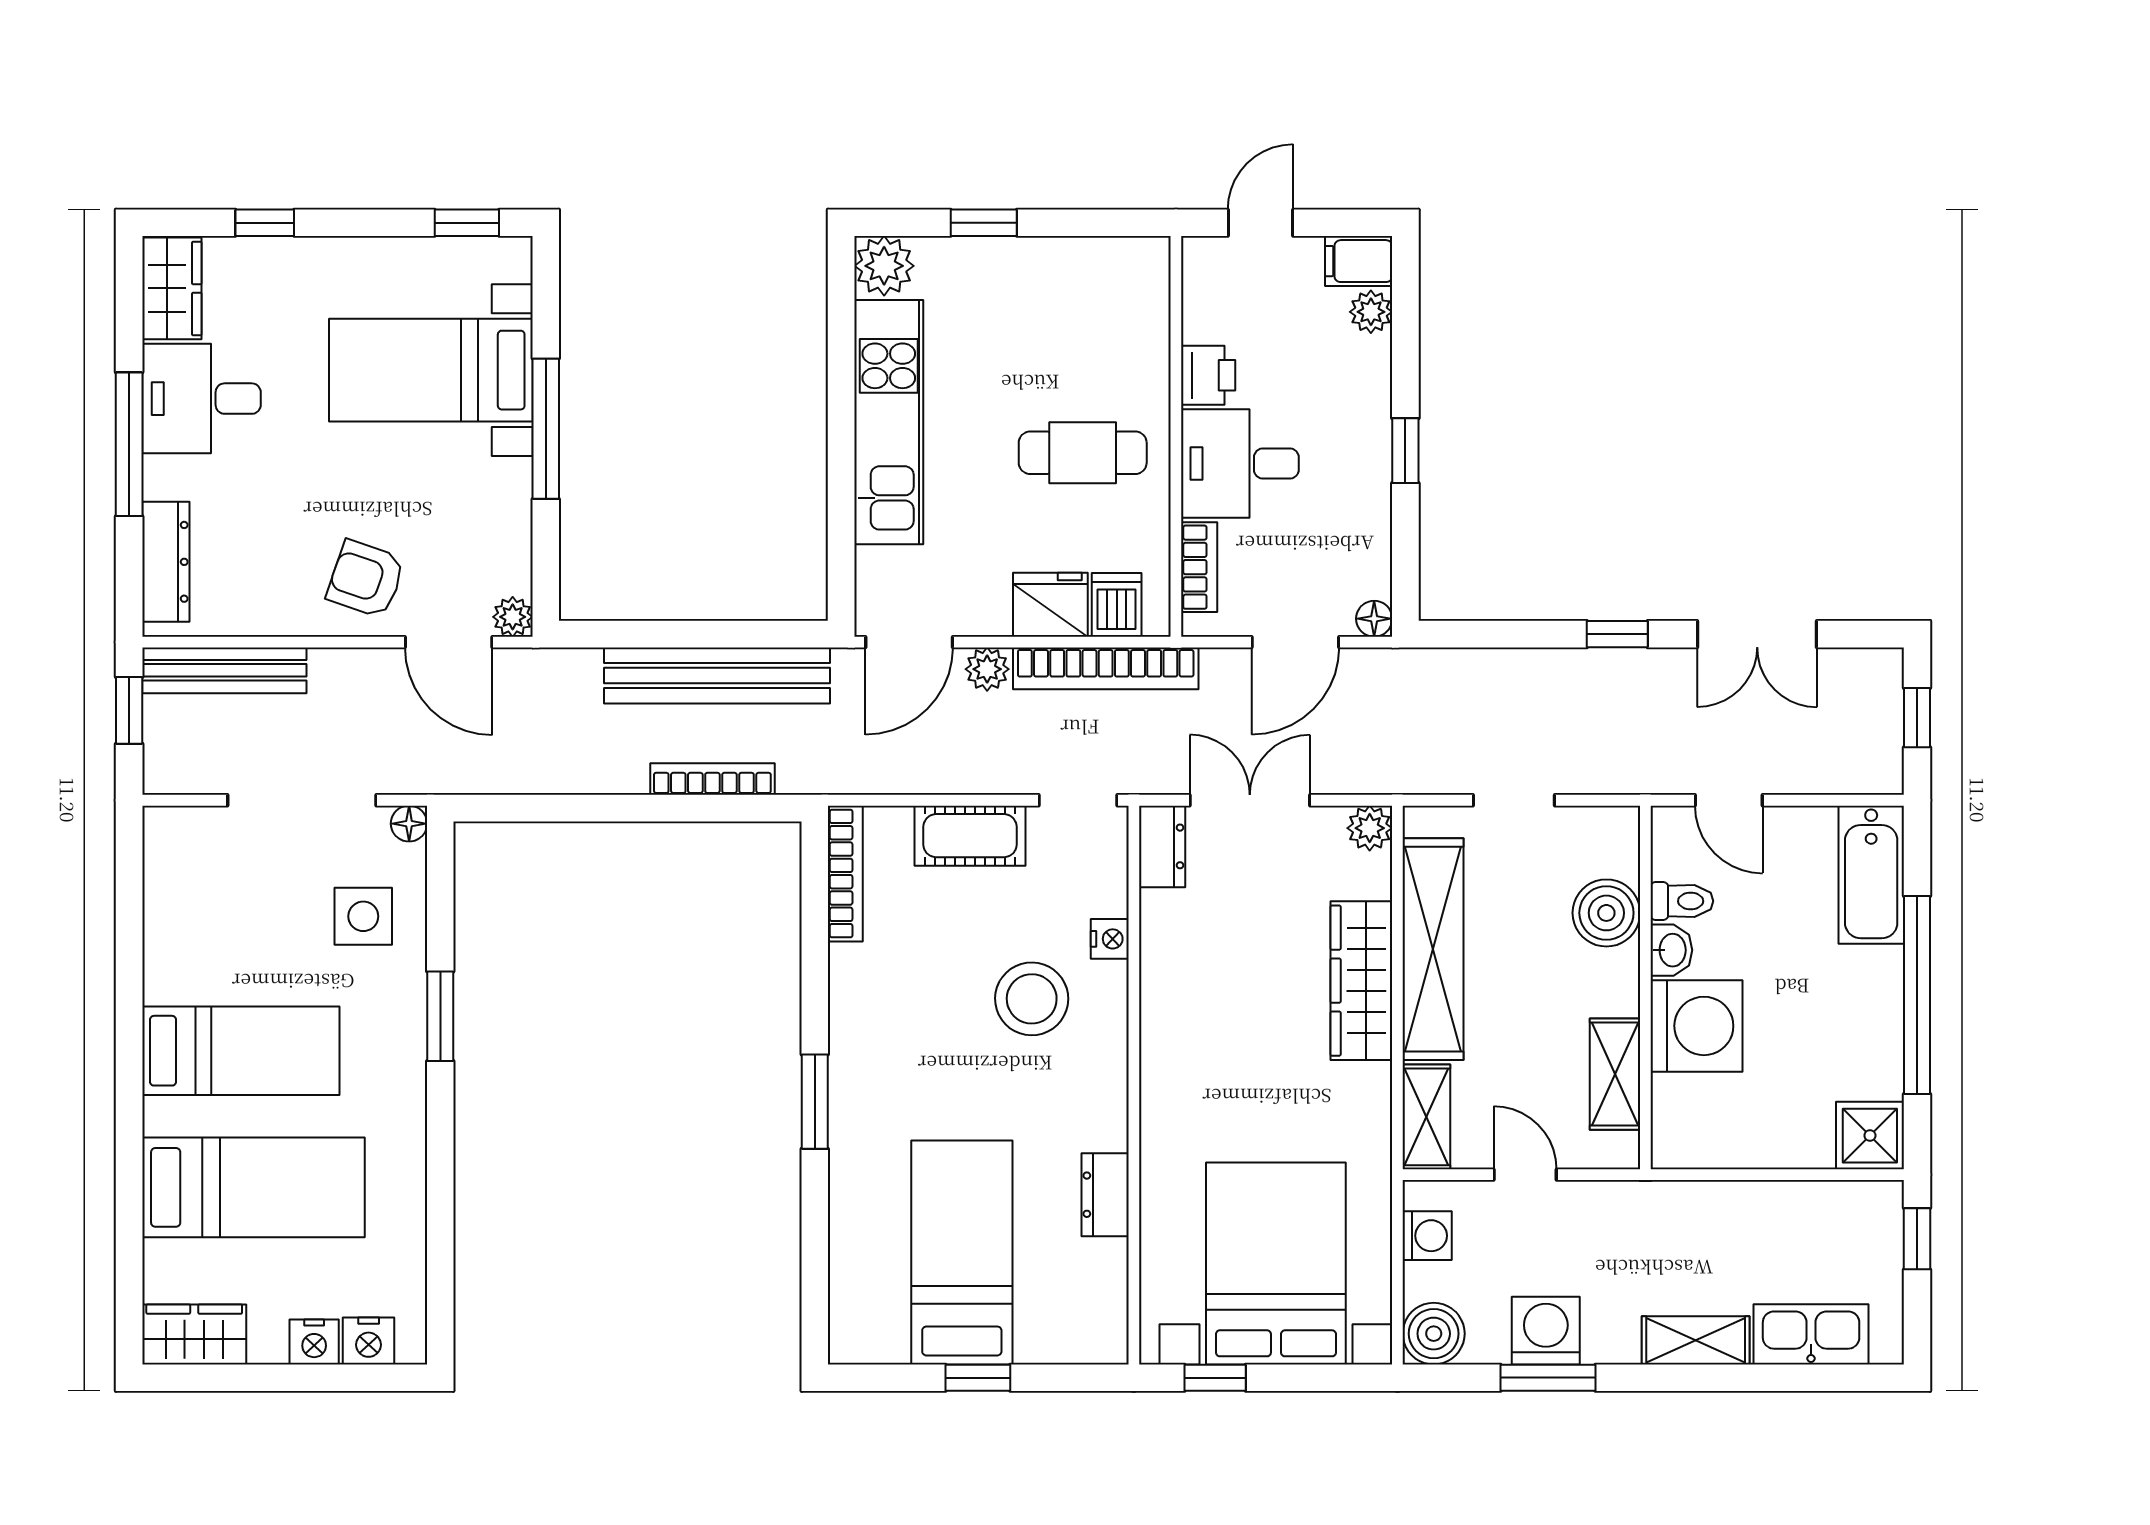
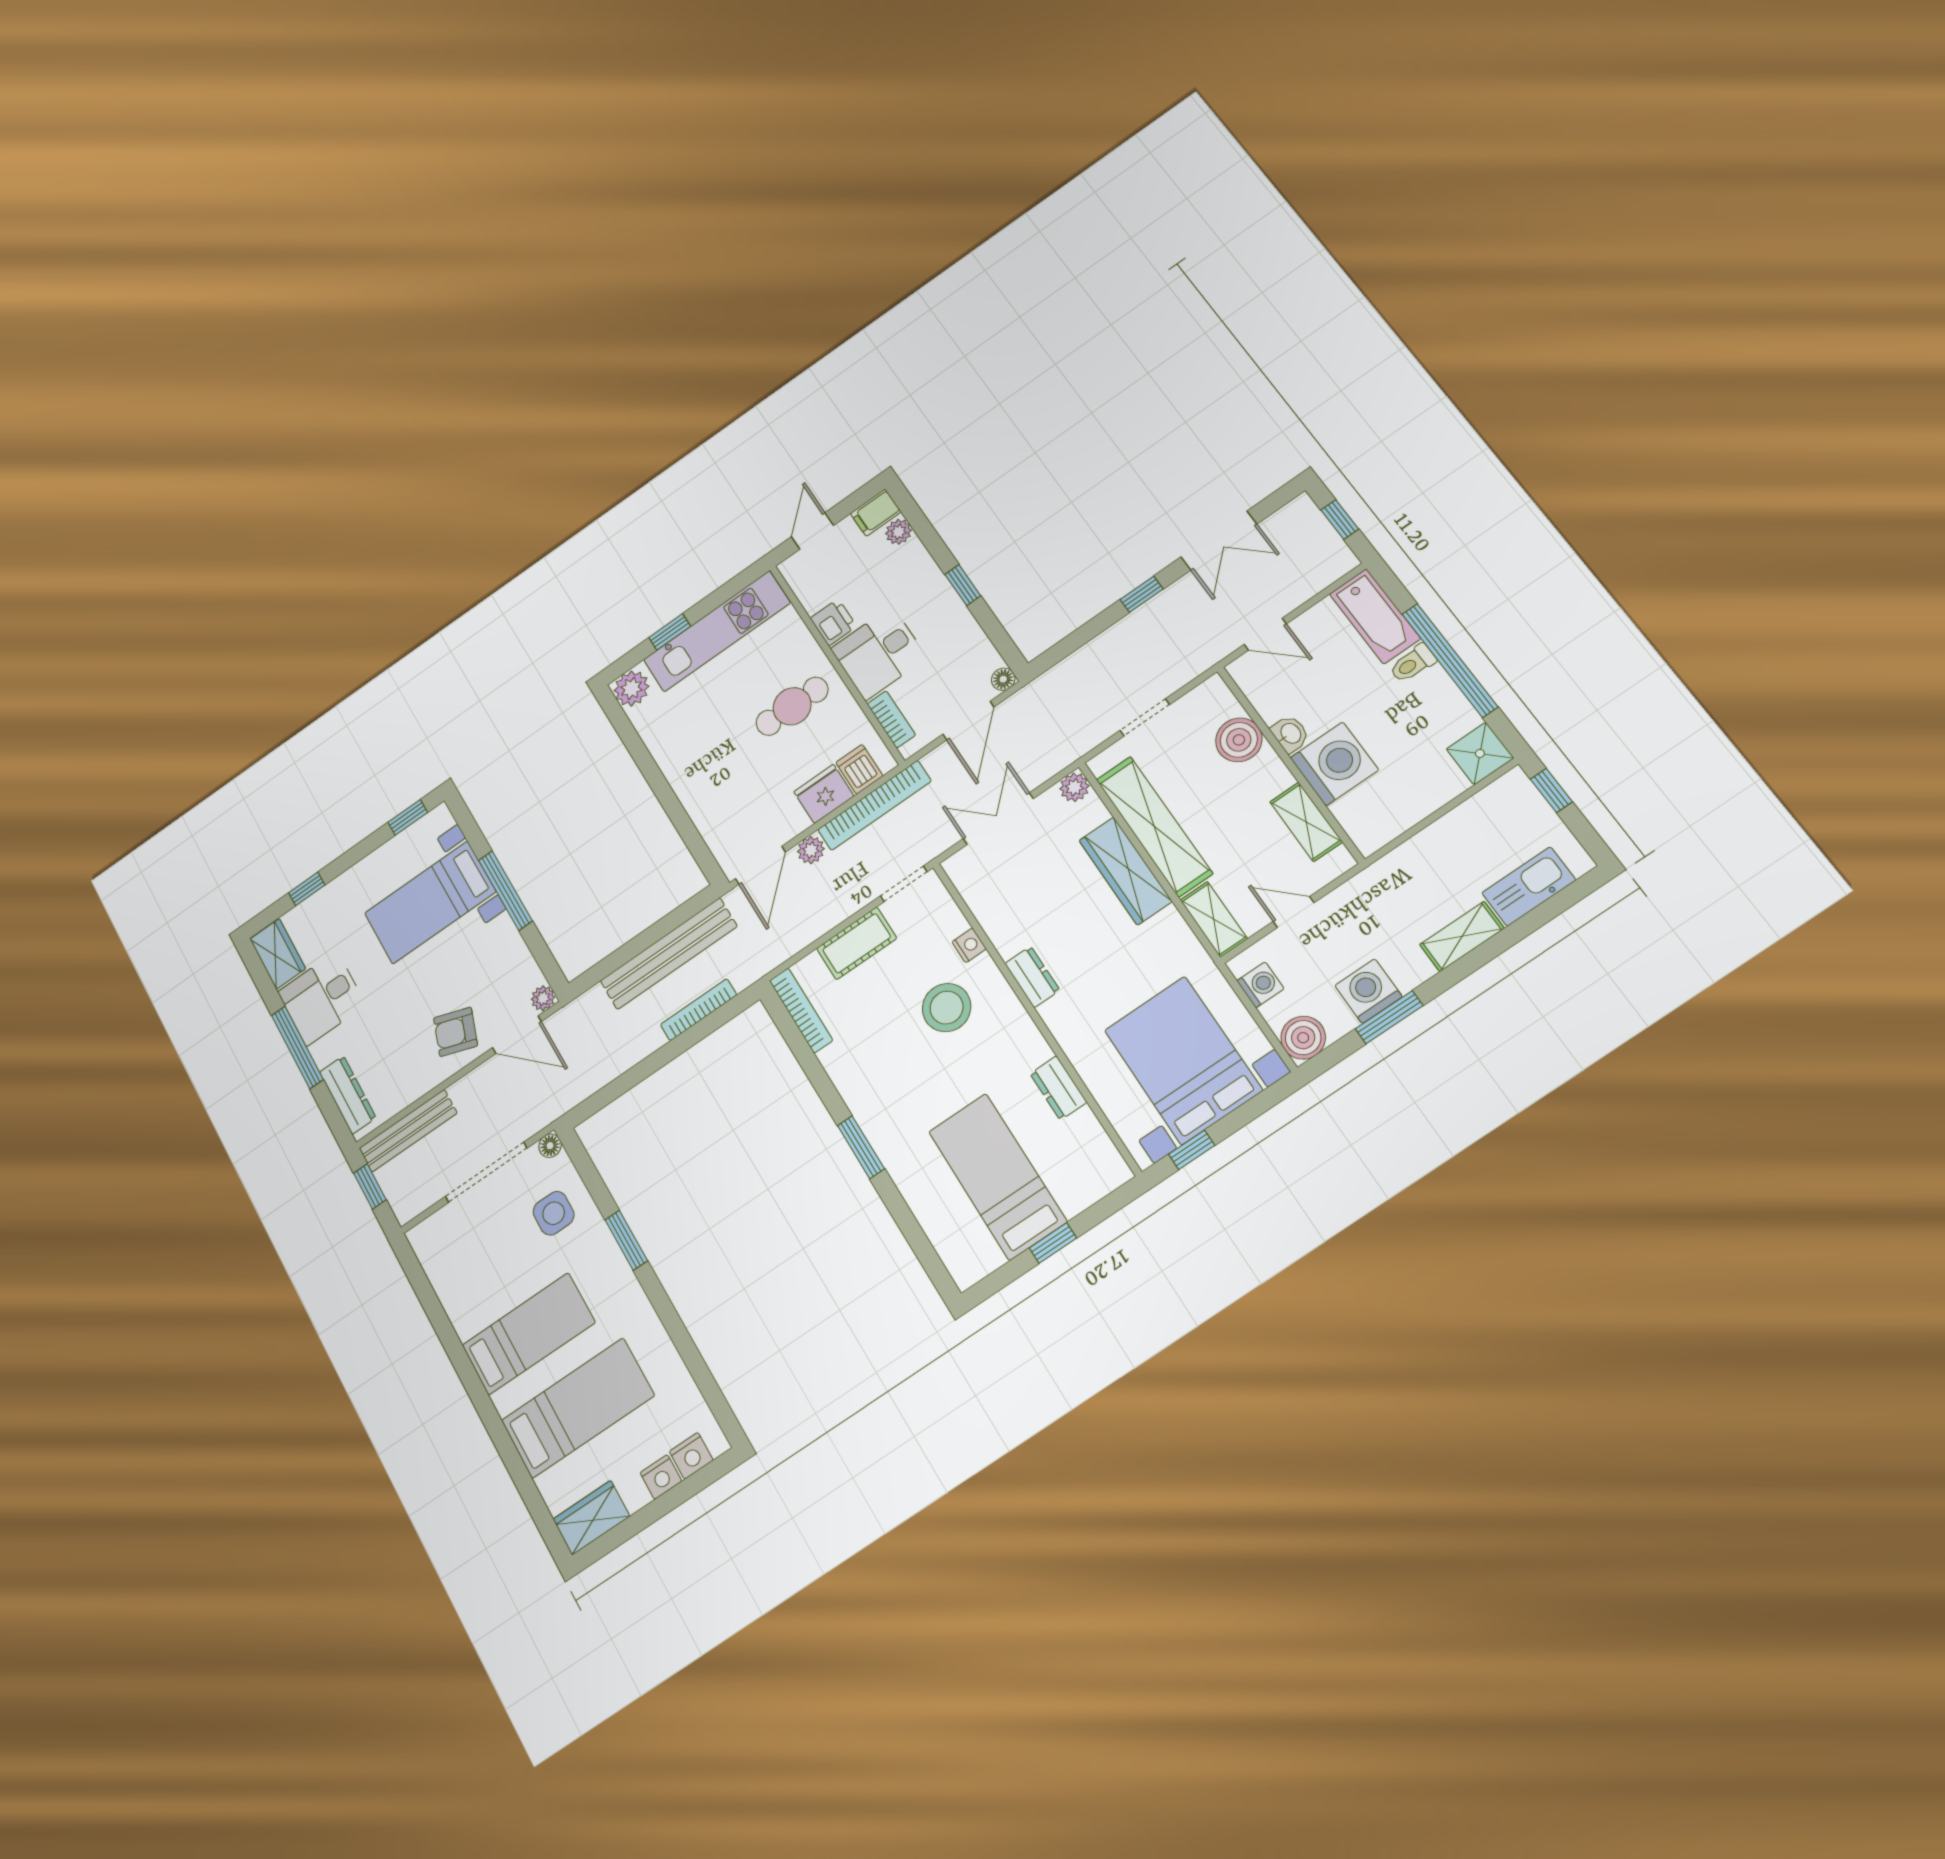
kitchen unit: (889, 422) -> (717, 631), moved, turned 90
dresser: (1162, 846) -> (1032, 977), moved
toilet: (1682, 901) -> (1413, 663), moved, turned 180

